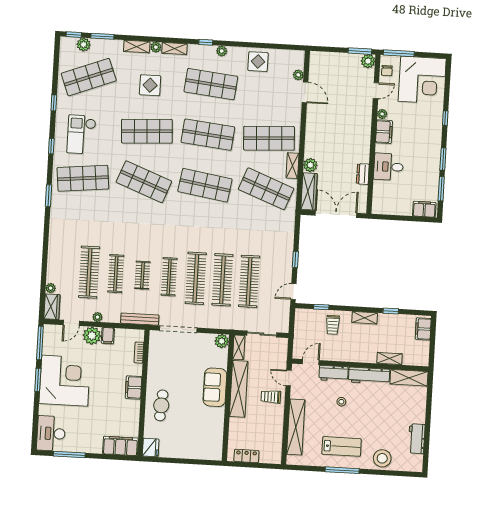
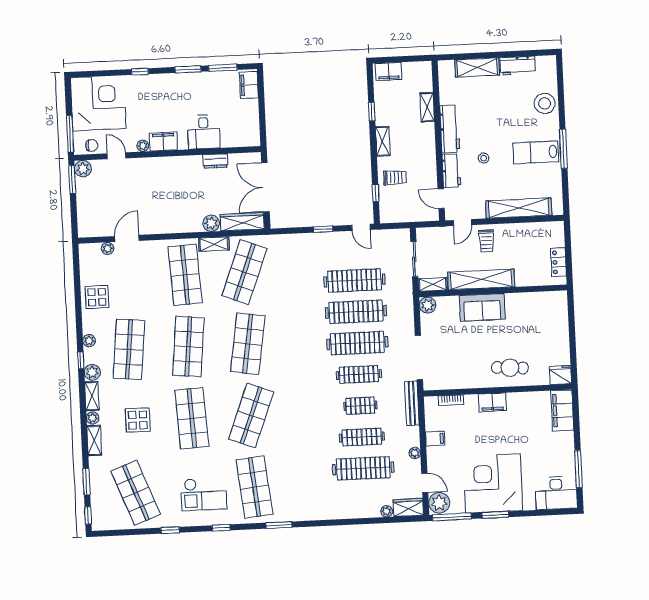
plant: (84, 45) -> (92, 372), moved
plant: (92, 336) -> (439, 503), moved
shelving: (409, 378) -> (477, 67), moved, turned 90
lab bench: (342, 446) -> (536, 152), turned -90

